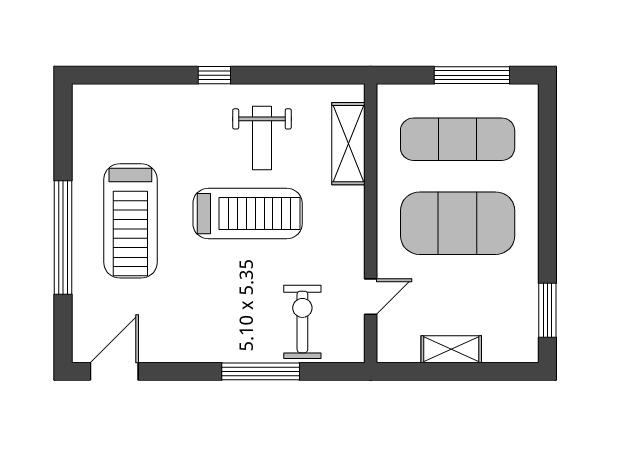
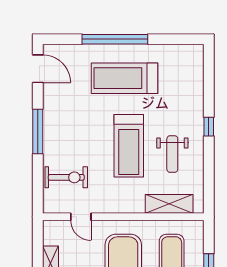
weight bench: (262, 138) -> (172, 154), turned -90
window: (261, 371) -> (38, 132), moved

